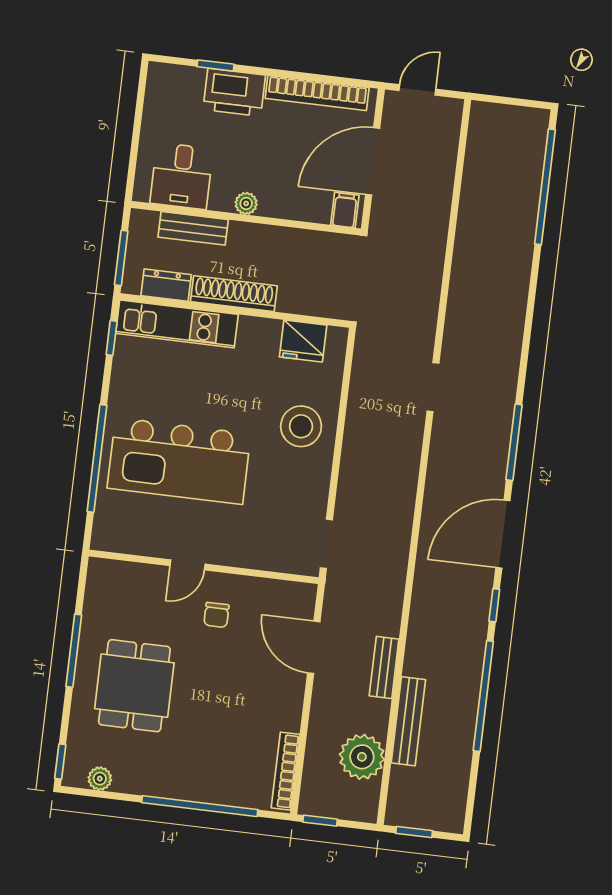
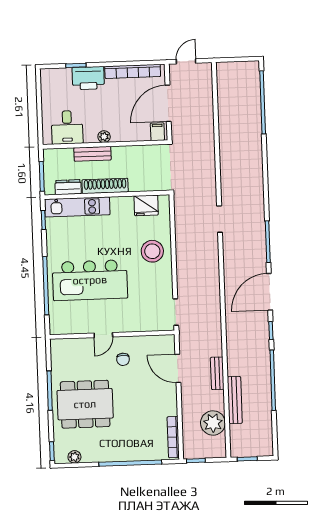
bench: (193, 228) -> (92, 154), moved
dining table: (134, 686) -> (85, 404), width x1.38

